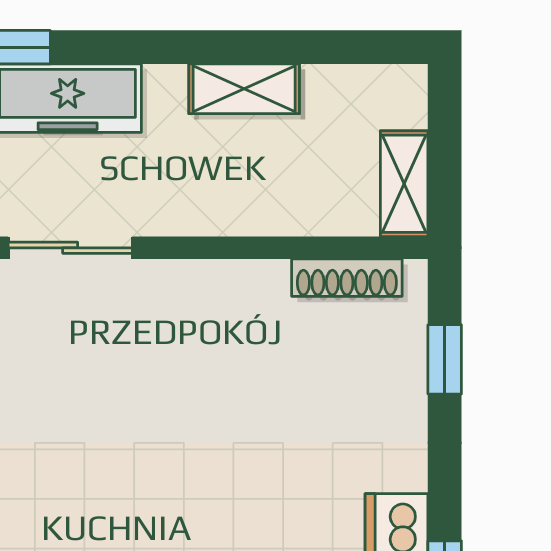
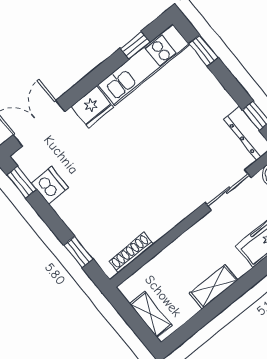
shelving: (404, 184) -> (151, 314), moved

